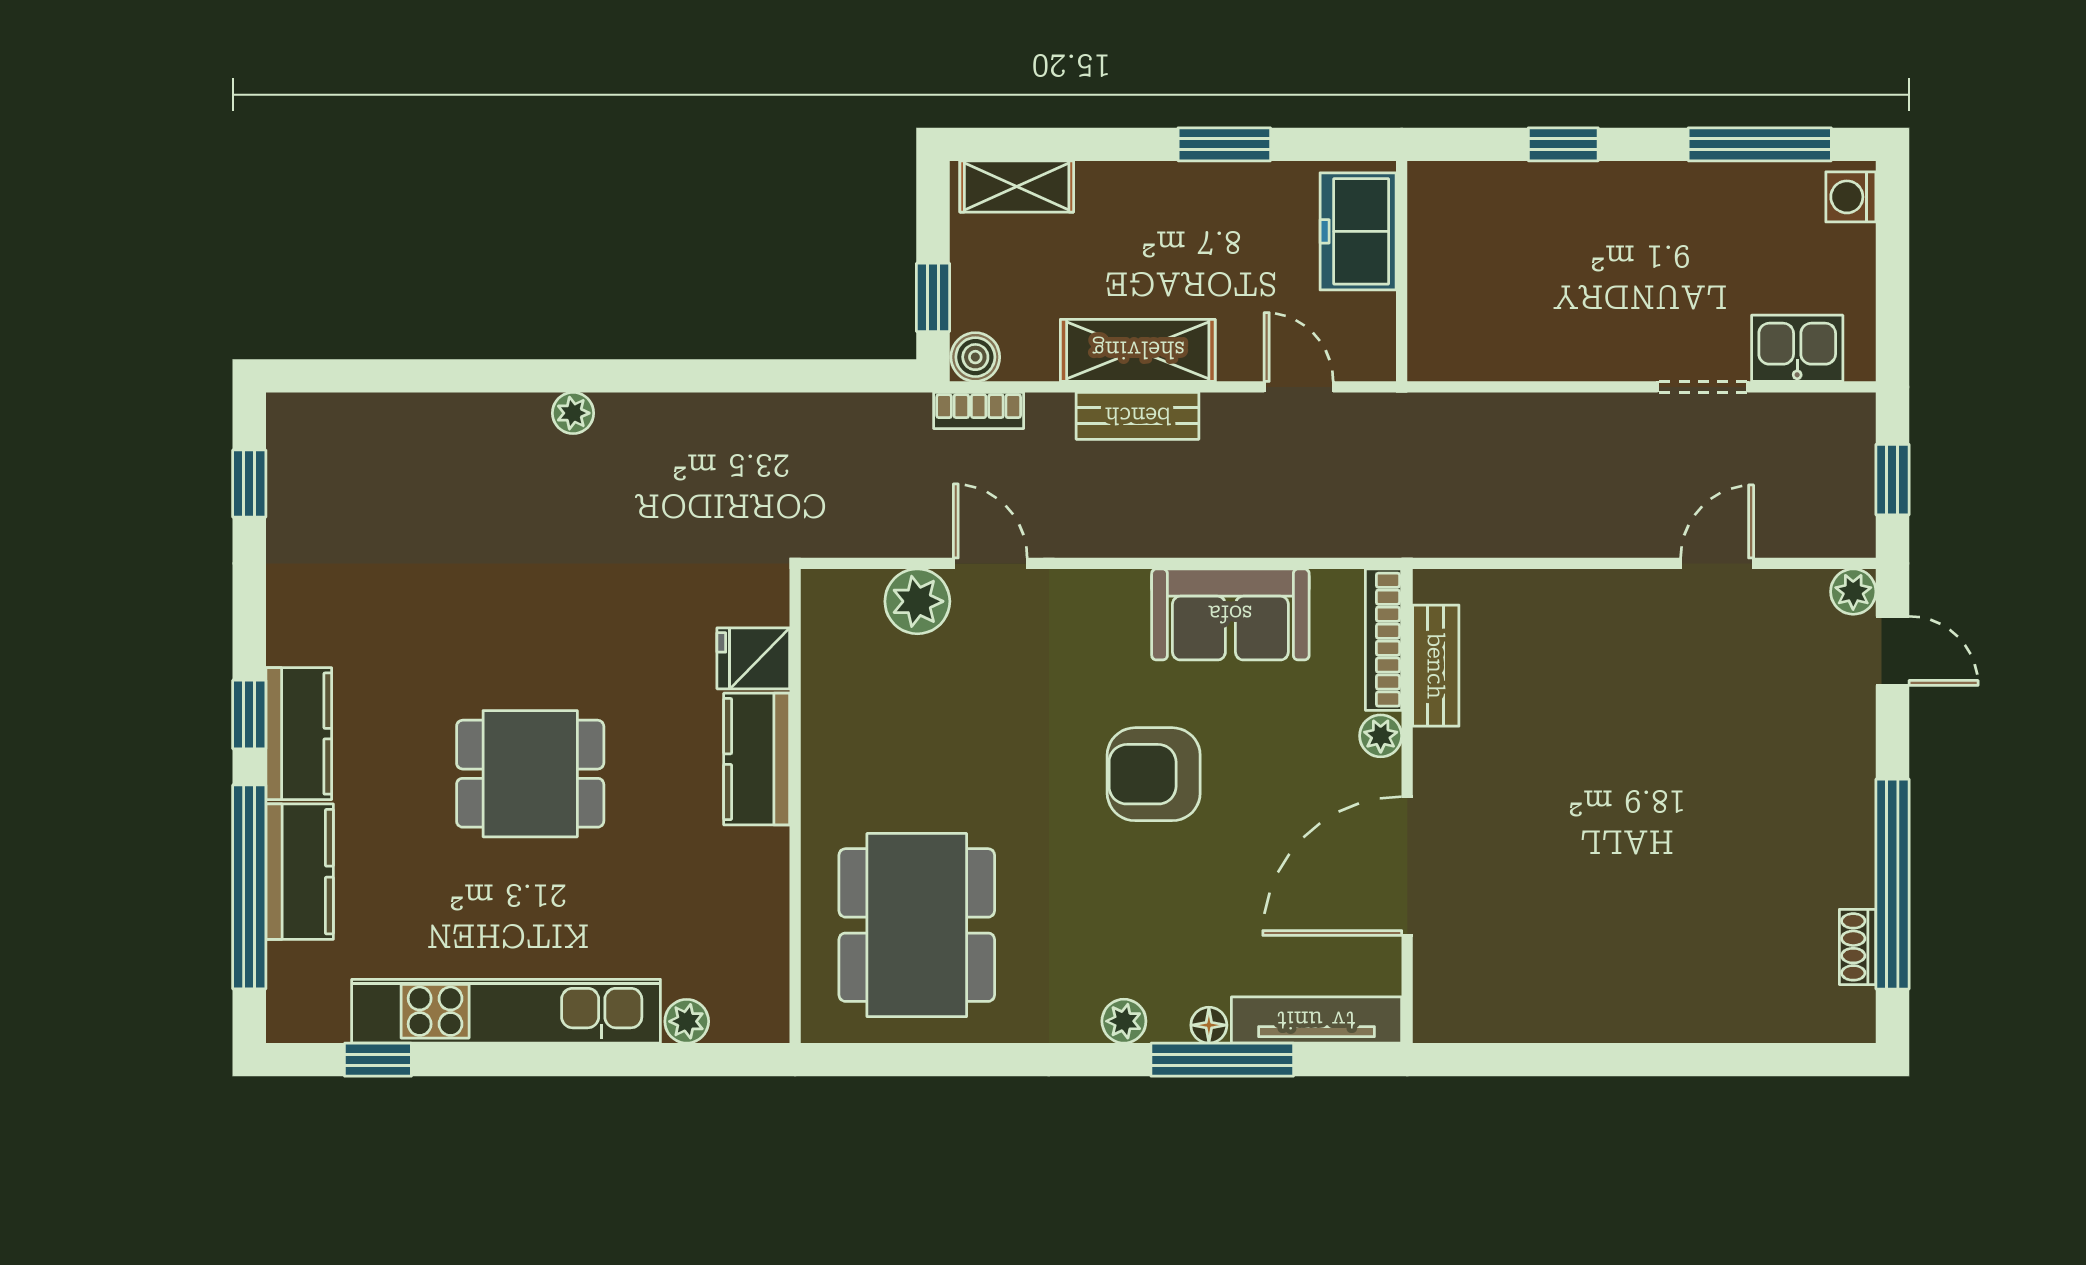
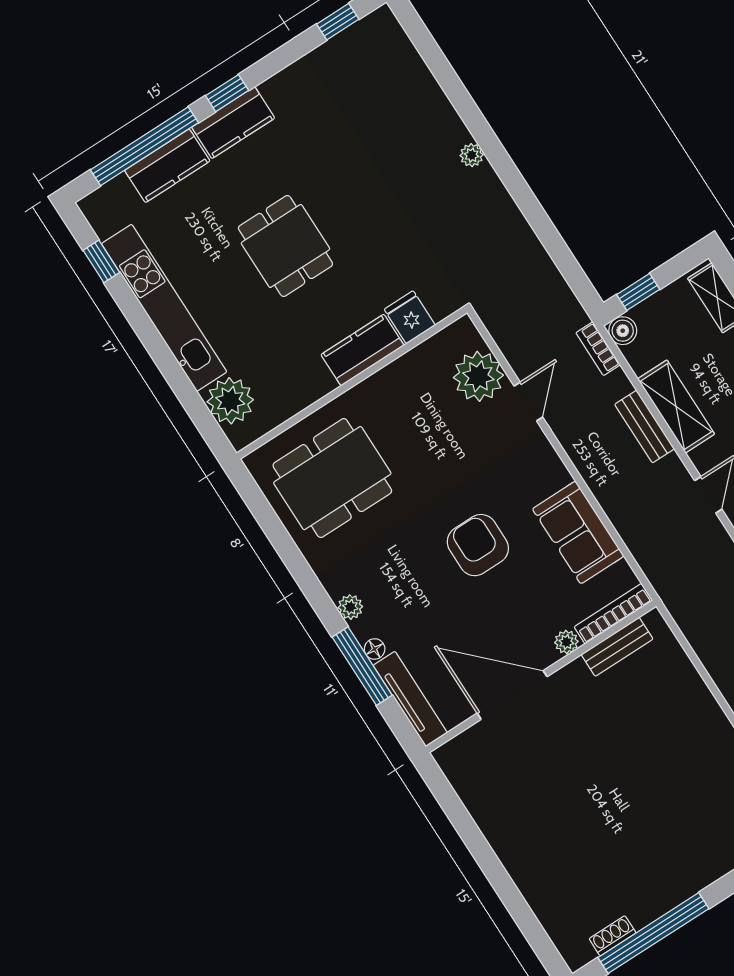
plant: (917, 601) -> (478, 376), width x1.36, depth x1.36
plant: (687, 1021) -> (230, 401), width x1.88, depth x1.88

